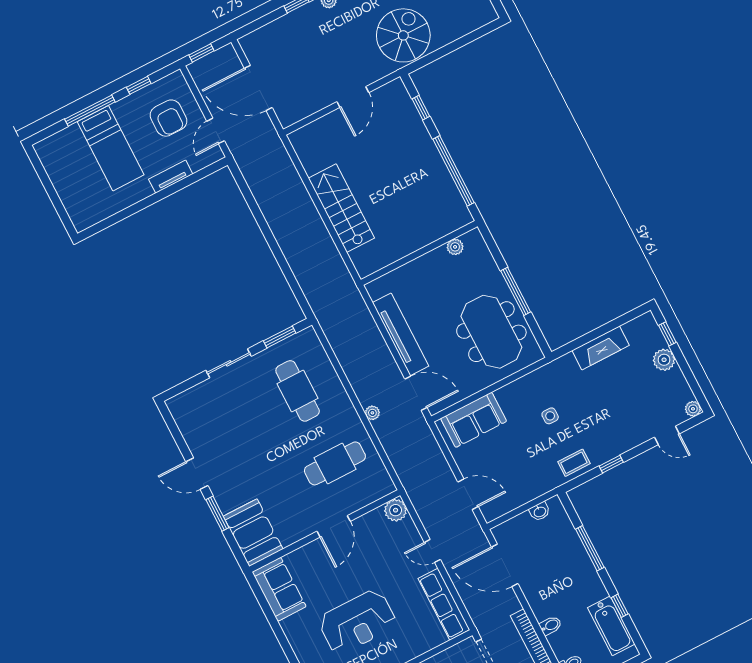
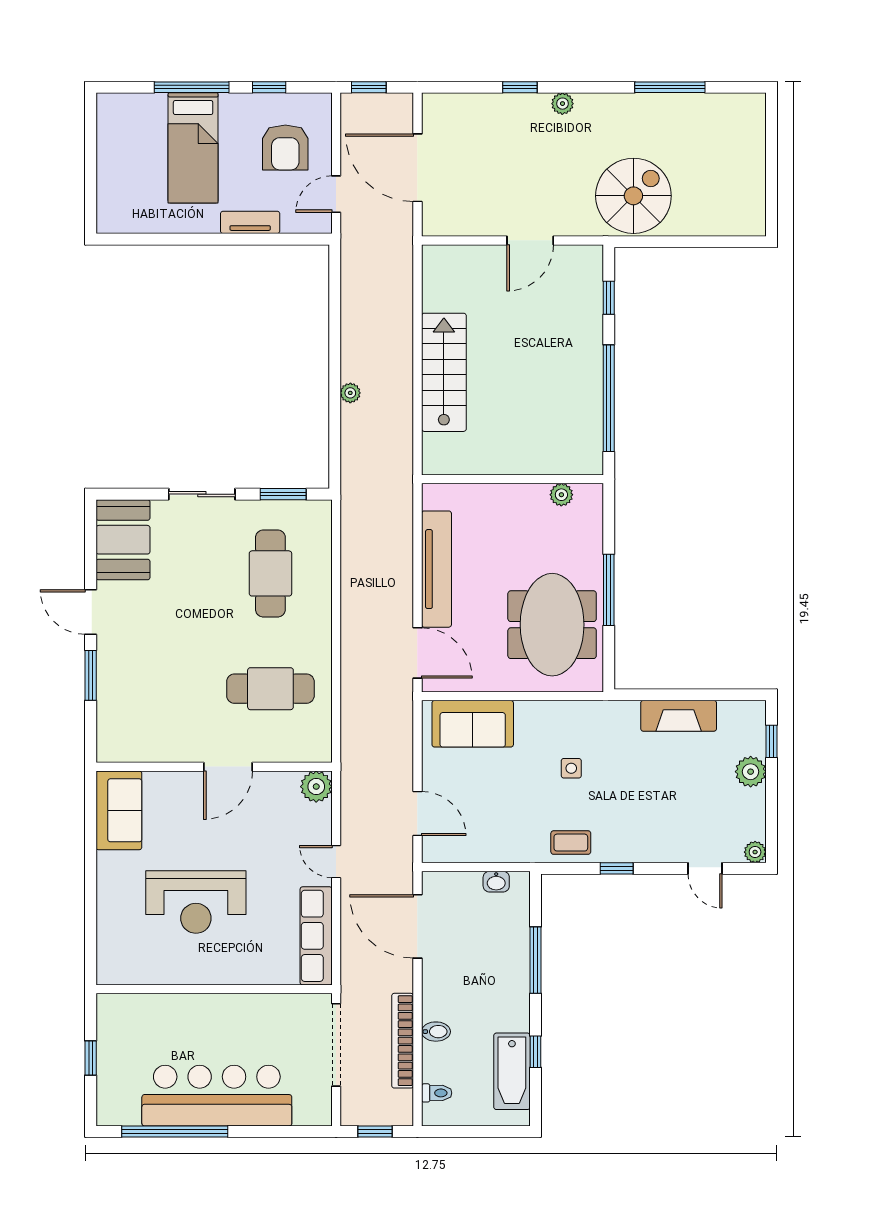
plant: (372, 413) -> (350, 393), moved
booth: (253, 533) -> (123, 540), moved

